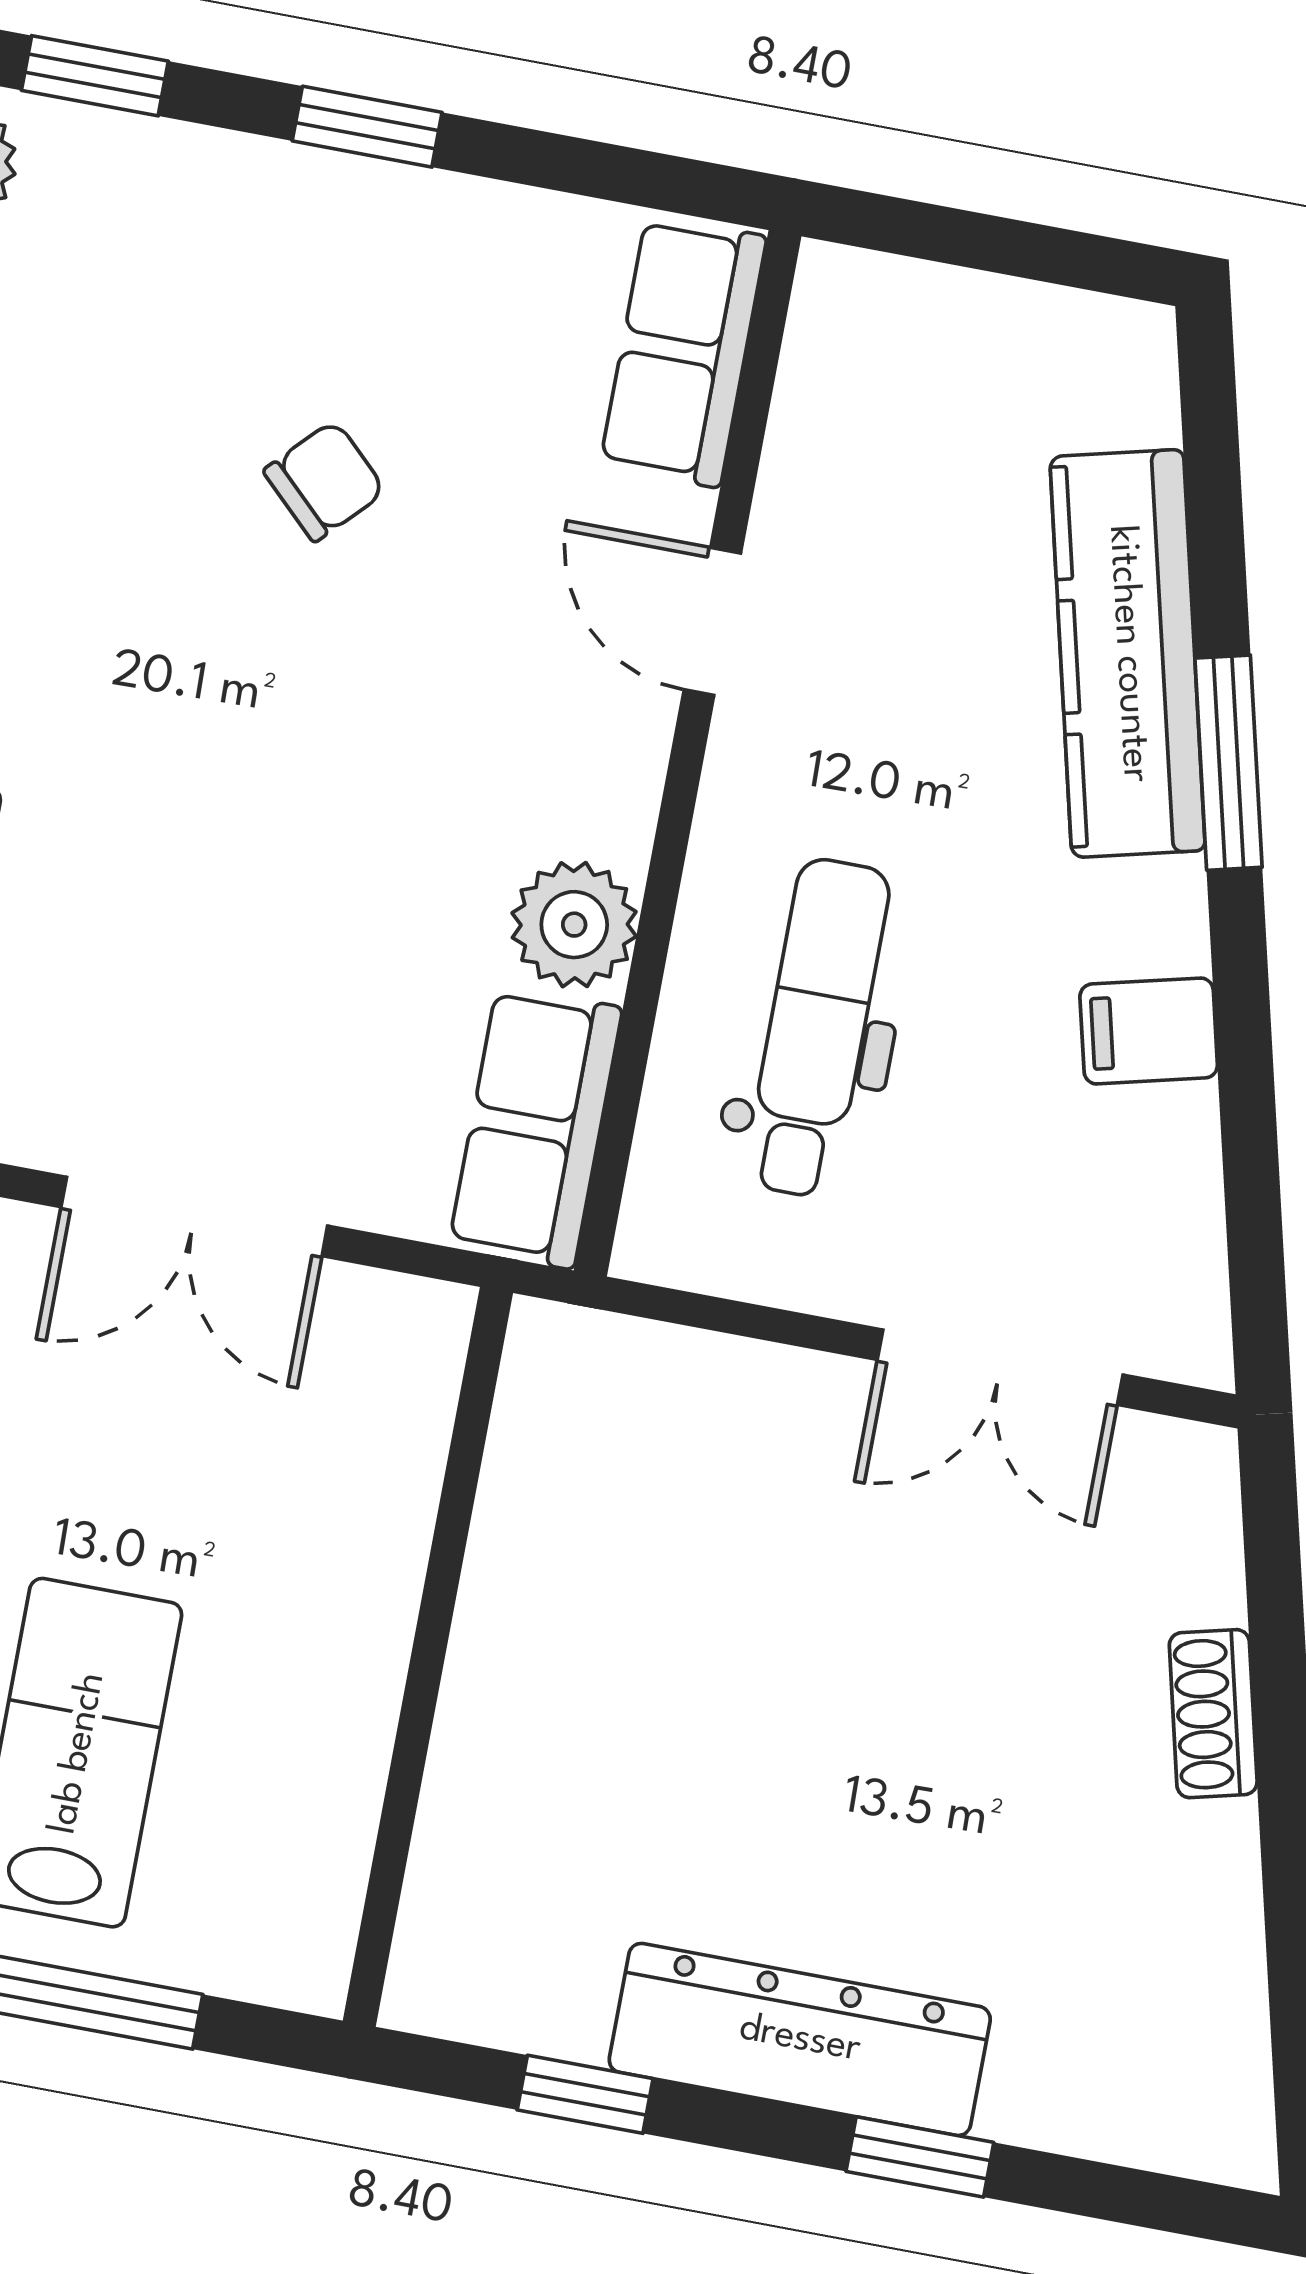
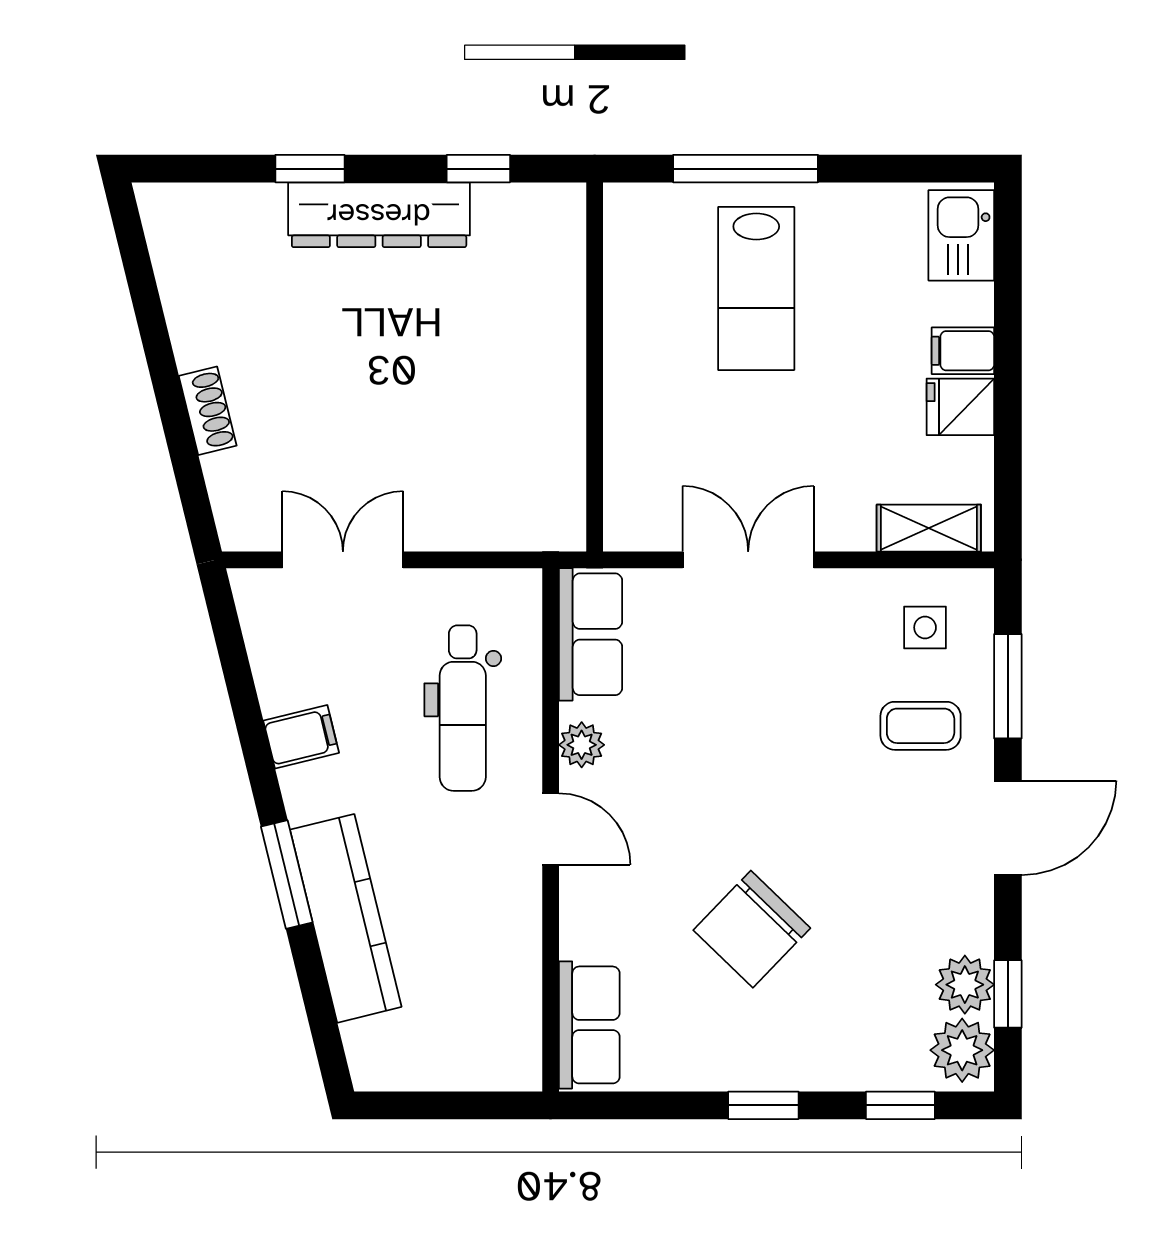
chair: (325, 481) -> (752, 929), width x1.87, depth x1.87
door: (712, 621) -> (551, 829), moved
plant: (574, 925) -> (582, 745), width x0.73, depth x0.73

